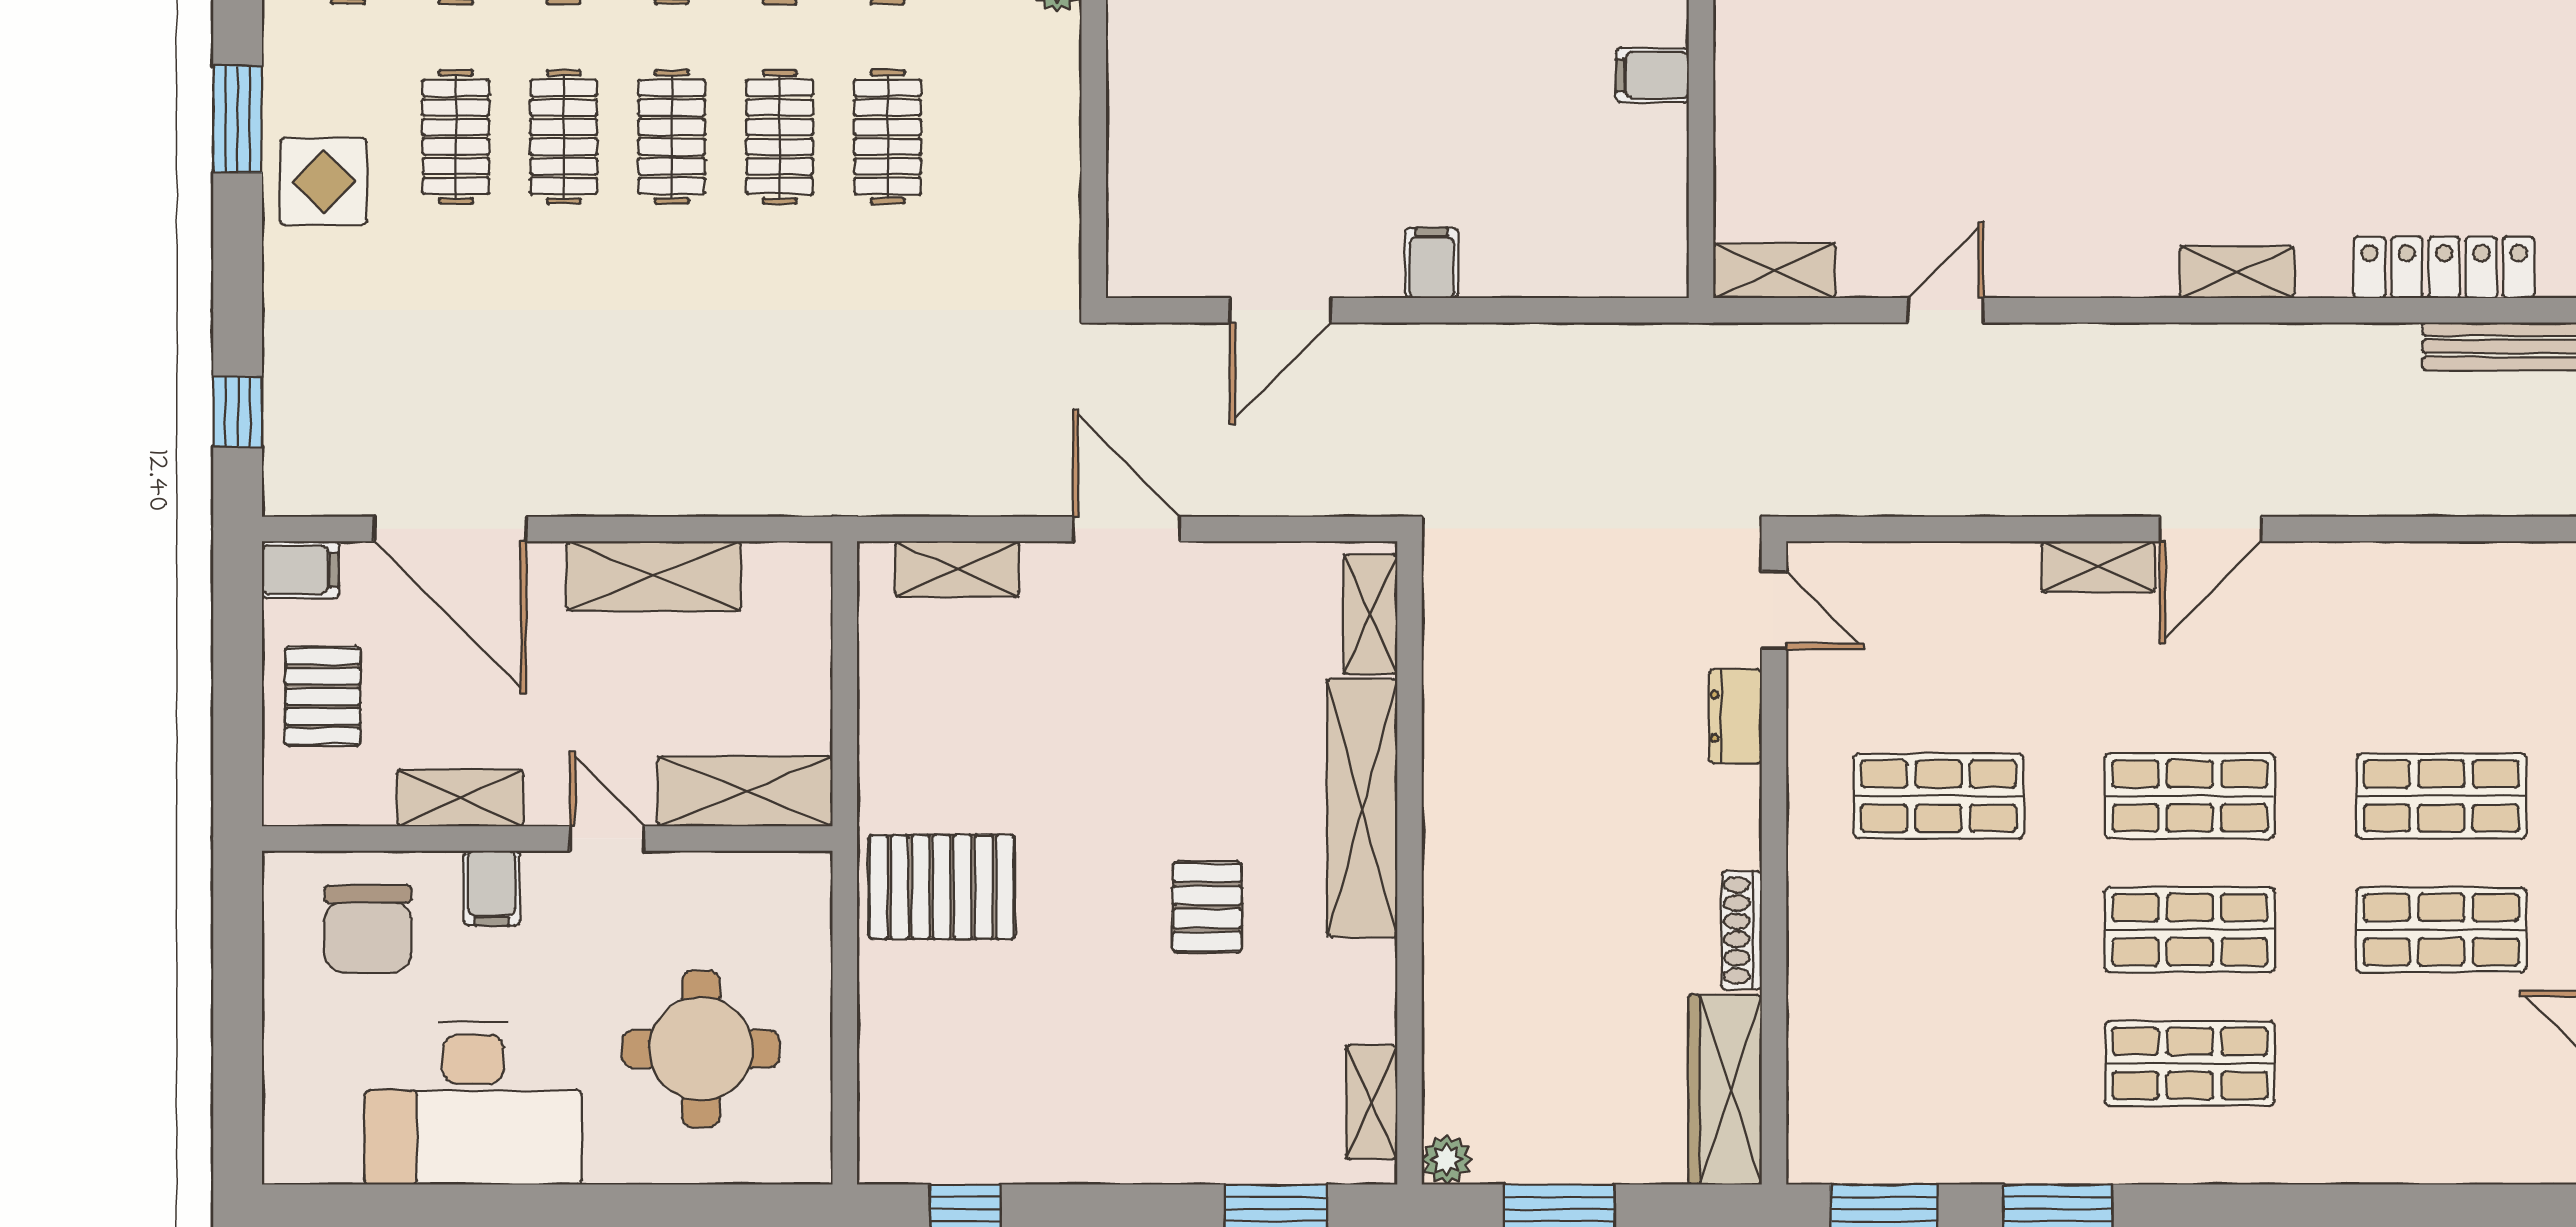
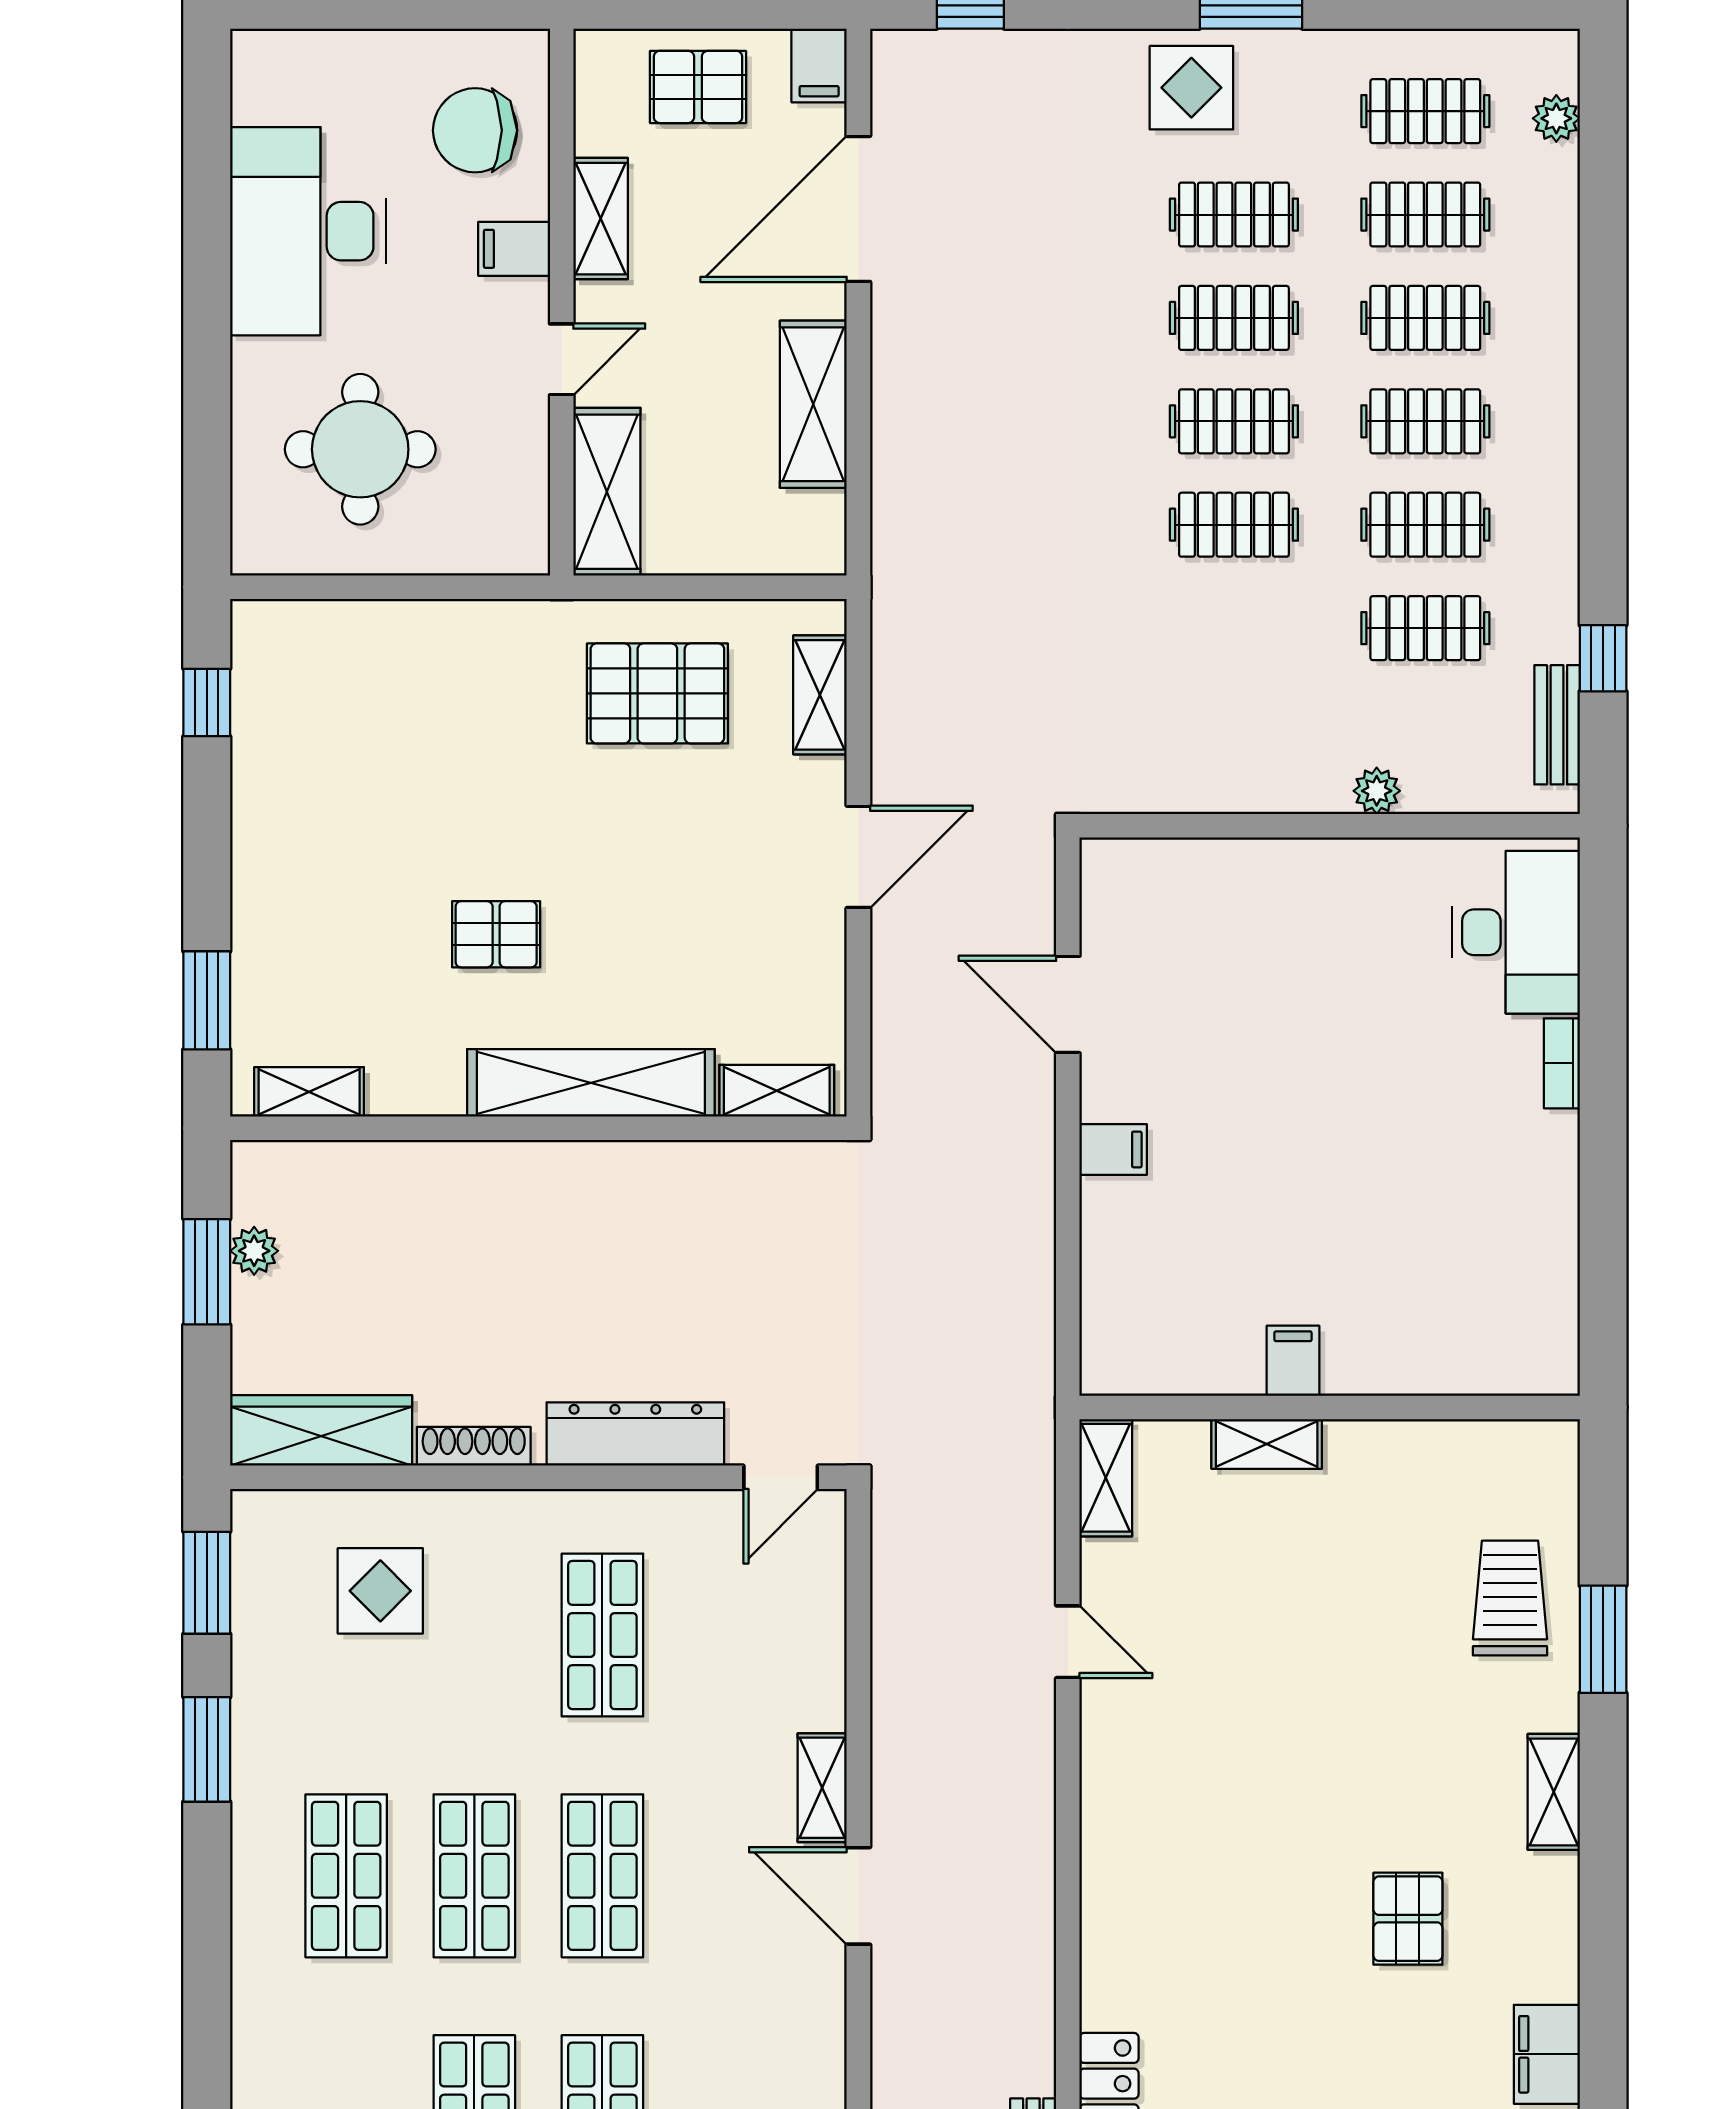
clothes rail: (888, 137) -> (1234, 628), removed
shelving: (2237, 272) -> (1267, 1444), moved, turned 90
dresser: (1735, 716) -> (635, 1434), width x1.96, depth x1.24
pallet: (942, 887) -> (657, 693), moved, turned 90
display table: (1892, 1028) -> (380, 1591), added
plant: (1447, 1160) -> (254, 1251), moved

